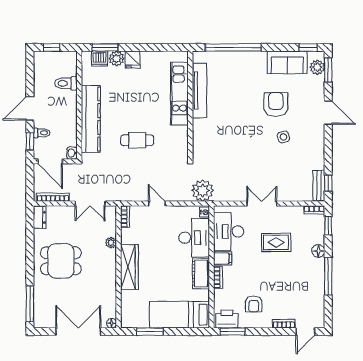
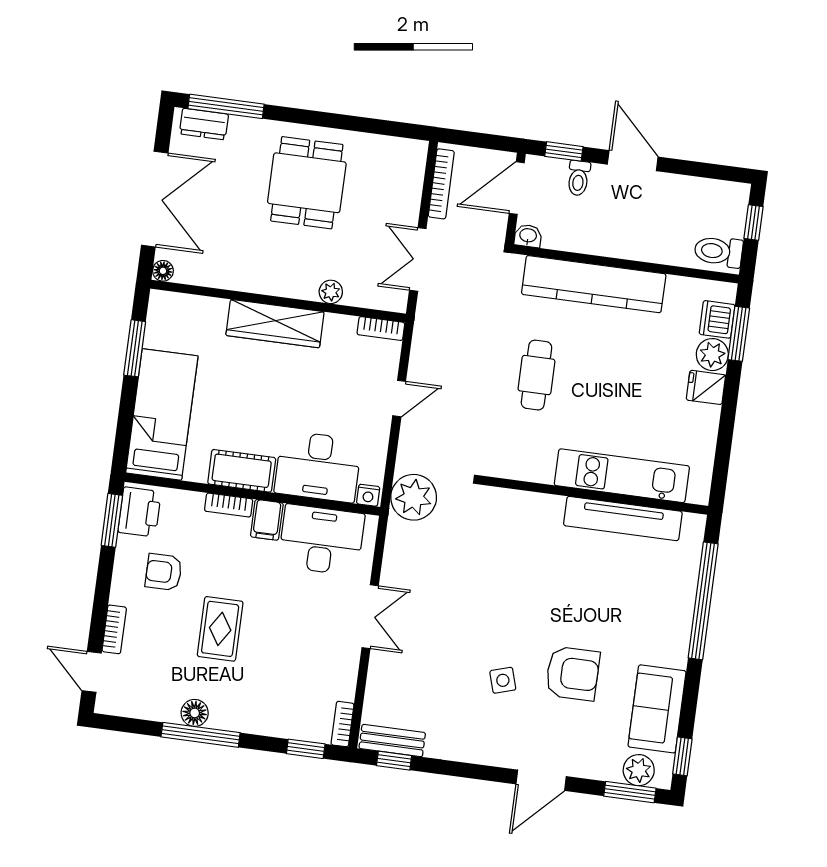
toilet: (66, 83) -> (718, 251), moved, turned -90
dresser: (40, 217) -> (204, 124), moved
rug: (276, 242) -> (220, 629), moved
floor lamp: (318, 251) -> (195, 713), moved

